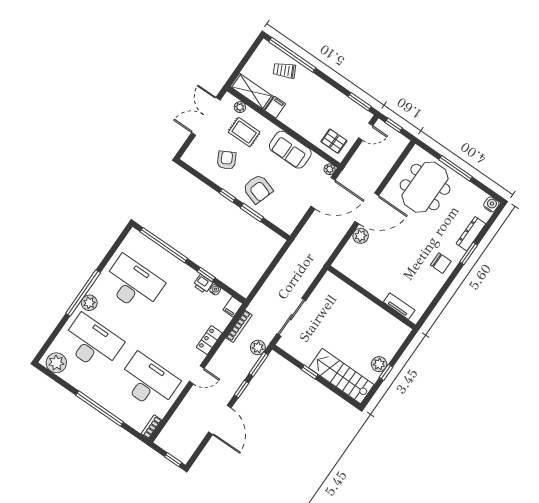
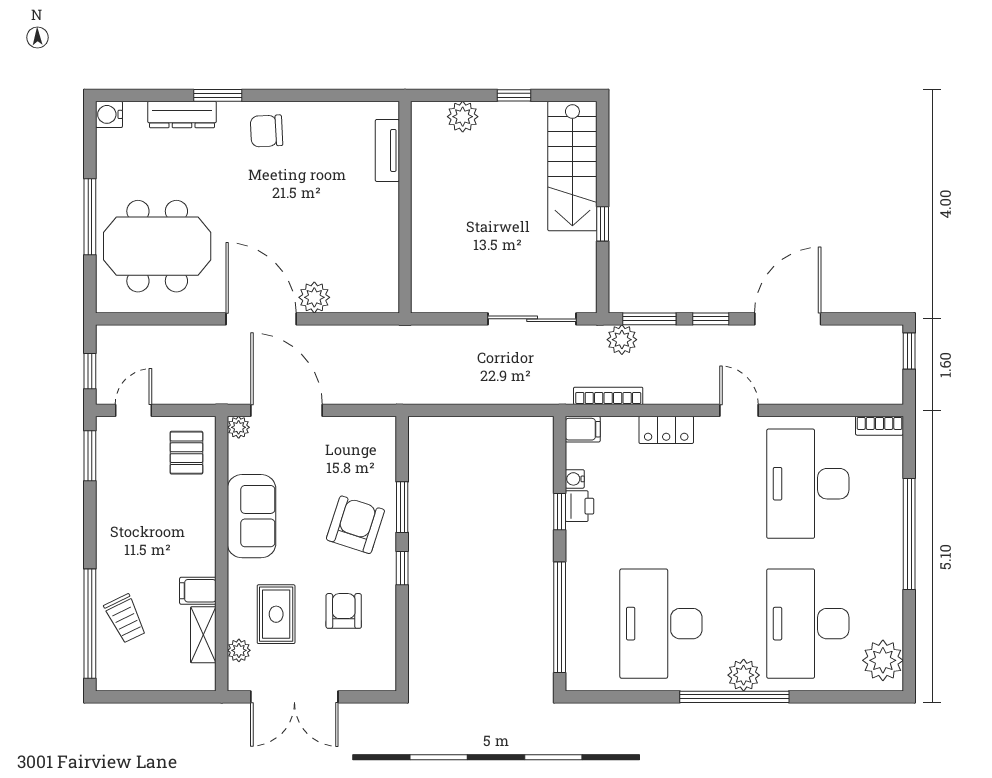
shelving: (252, 92) -> (203, 635), width x0.67, depth x0.75
door: (366, 132) -> (133, 410), hinge flipped
armchair: (227, 160) -> (344, 611), turned 118
chair: (441, 263) -> (267, 131), turned -93
plant: (379, 364) -> (463, 117), moved

